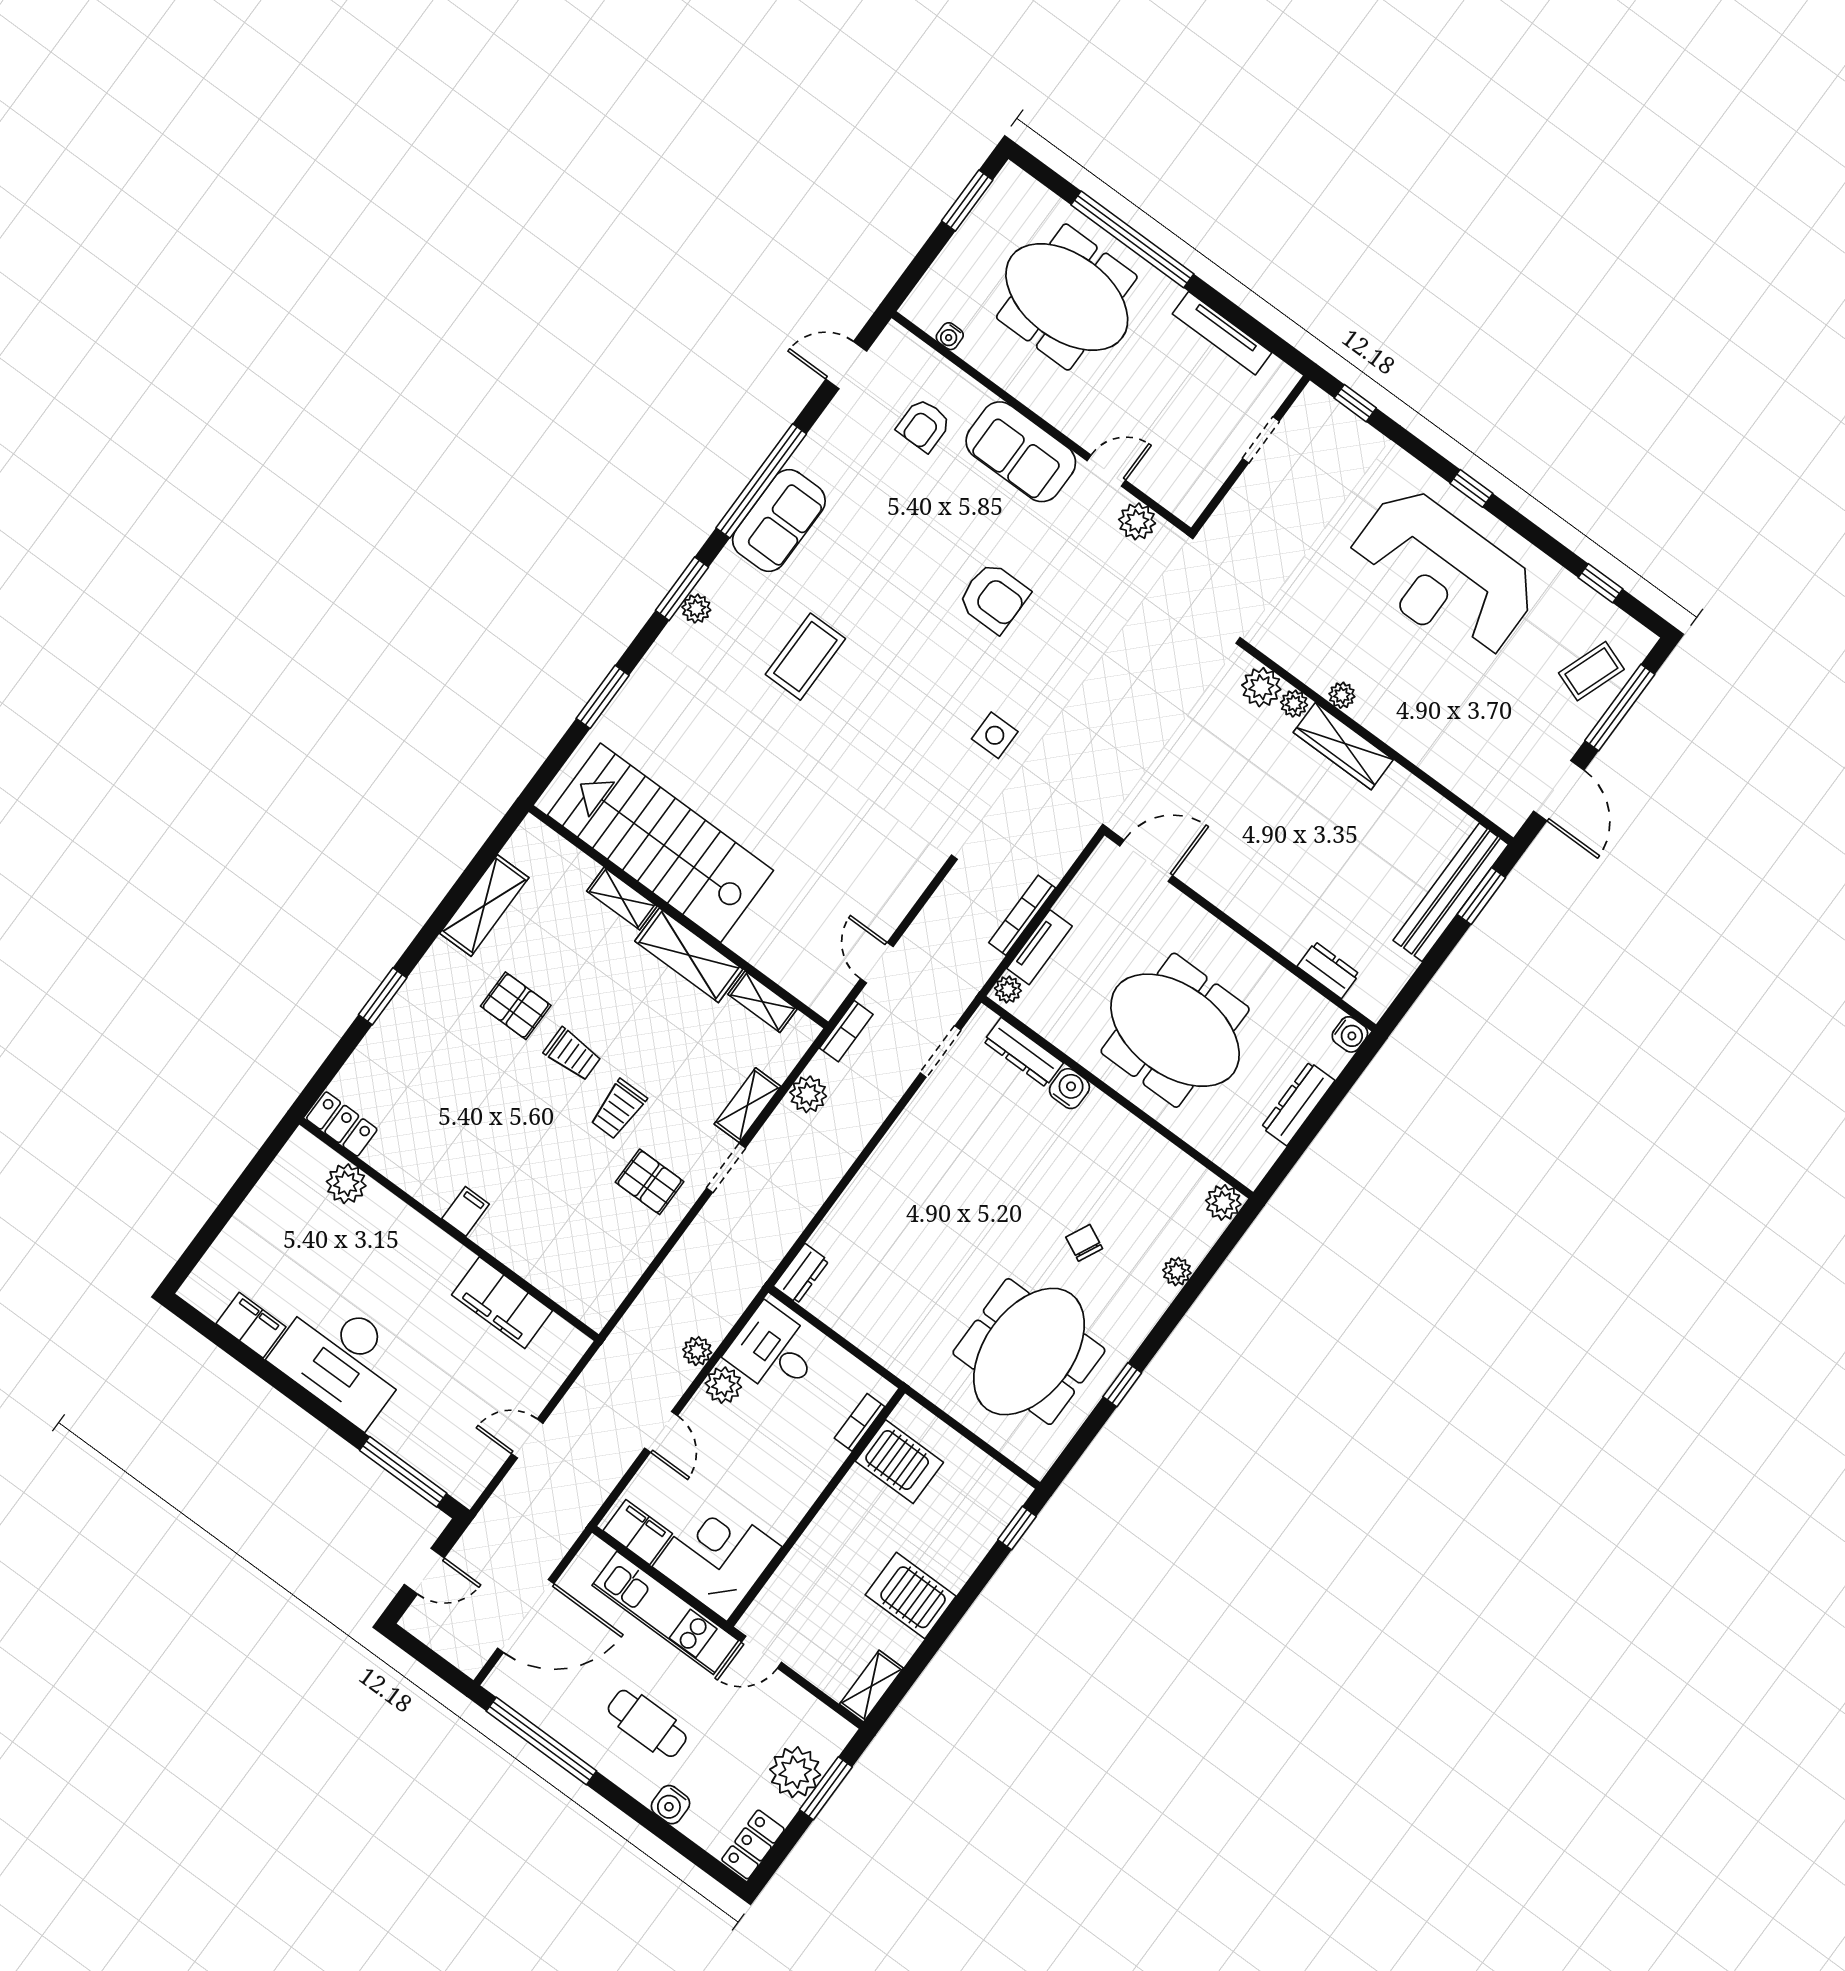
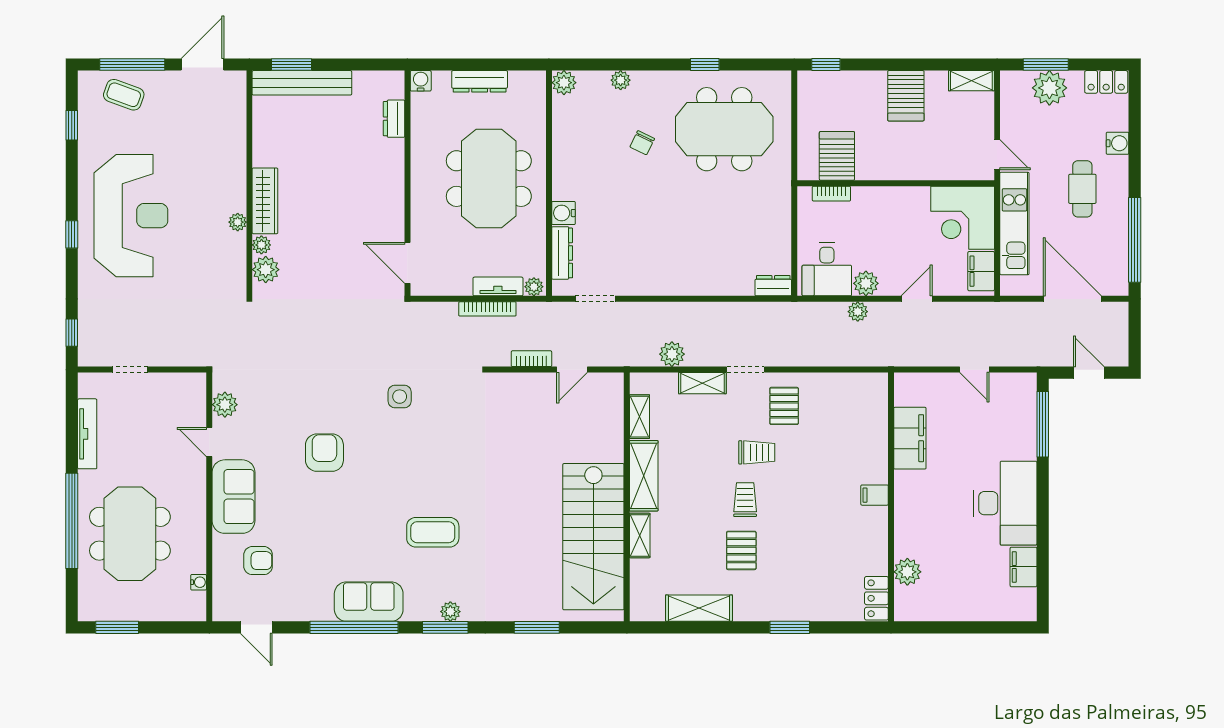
bookcase: (846, 1031) -> (531, 359), moved

